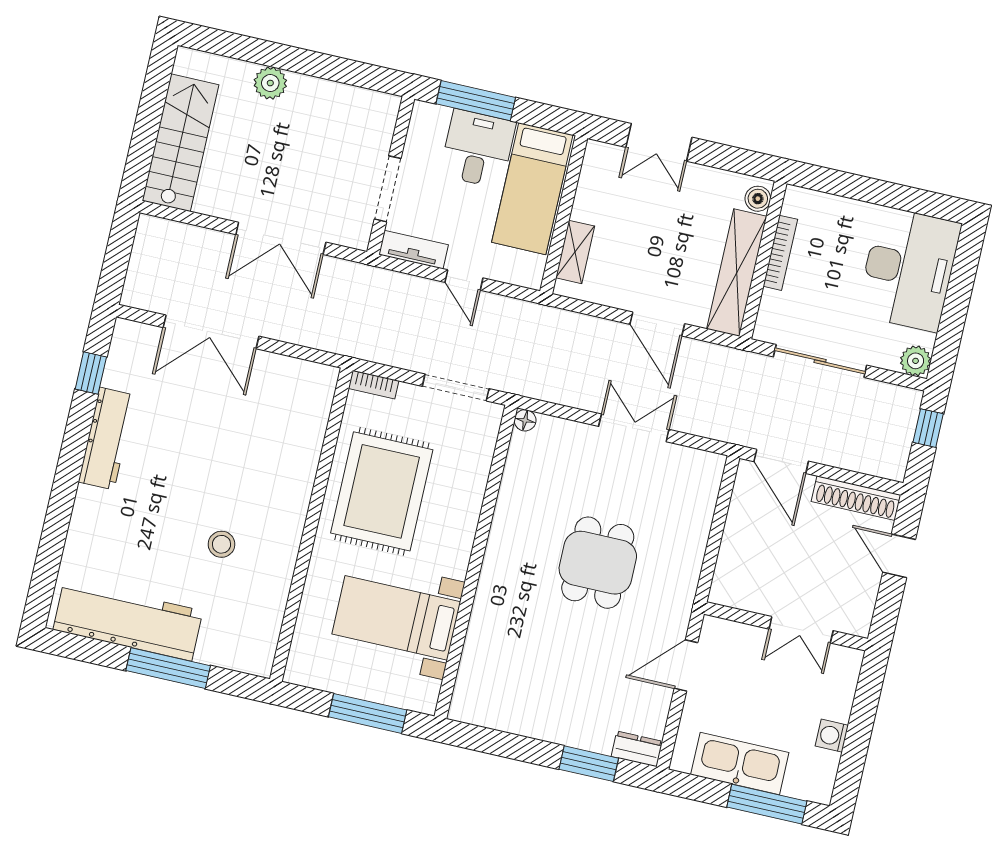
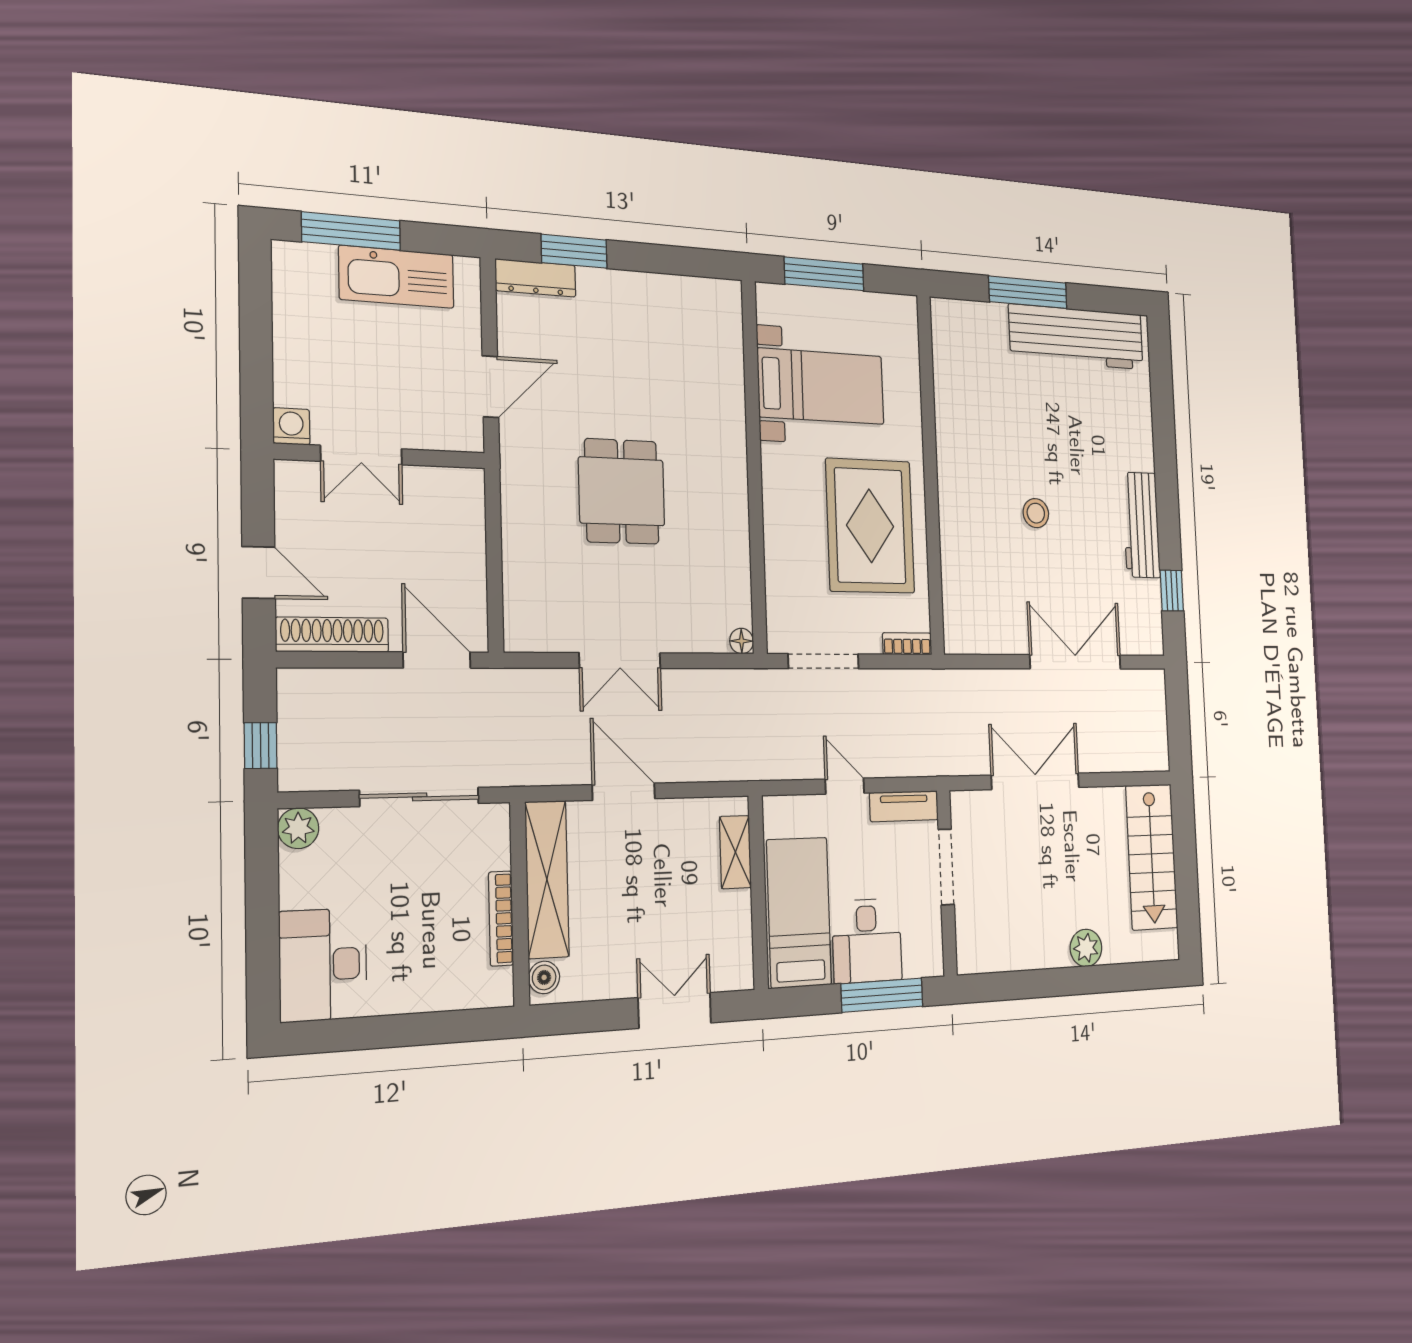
desk: (909, 269) -> (323, 965), width x0.73, depth x0.77
stool: (221, 544) -> (1036, 513), moved
double door: (801, 630) -> (361, 455), swing flipped
washing machine: (832, 736) -> (291, 426), moved, turned -90
dresser: (637, 749) -> (536, 278), width x1.44

